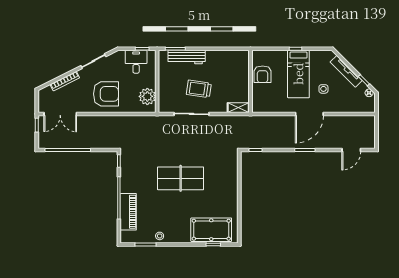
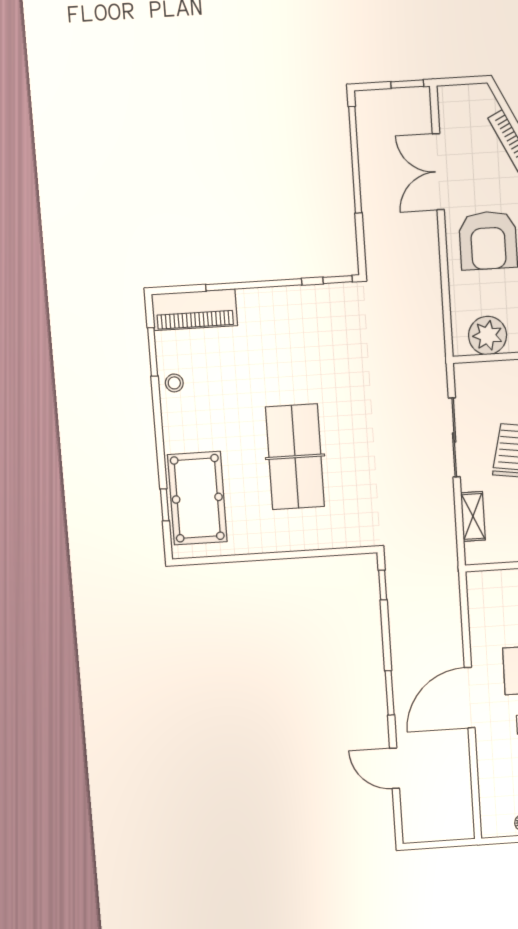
shelving: (238, 108) -> (473, 516), moved
double door: (60, 114) -> (438, 172), moved
door: (309, 114) -> (470, 698), hinge flipped
door: (351, 150) -> (395, 768), moved
table tennis table: (181, 178) -> (295, 457), moved
piano: (128, 212) -> (194, 310), moved

